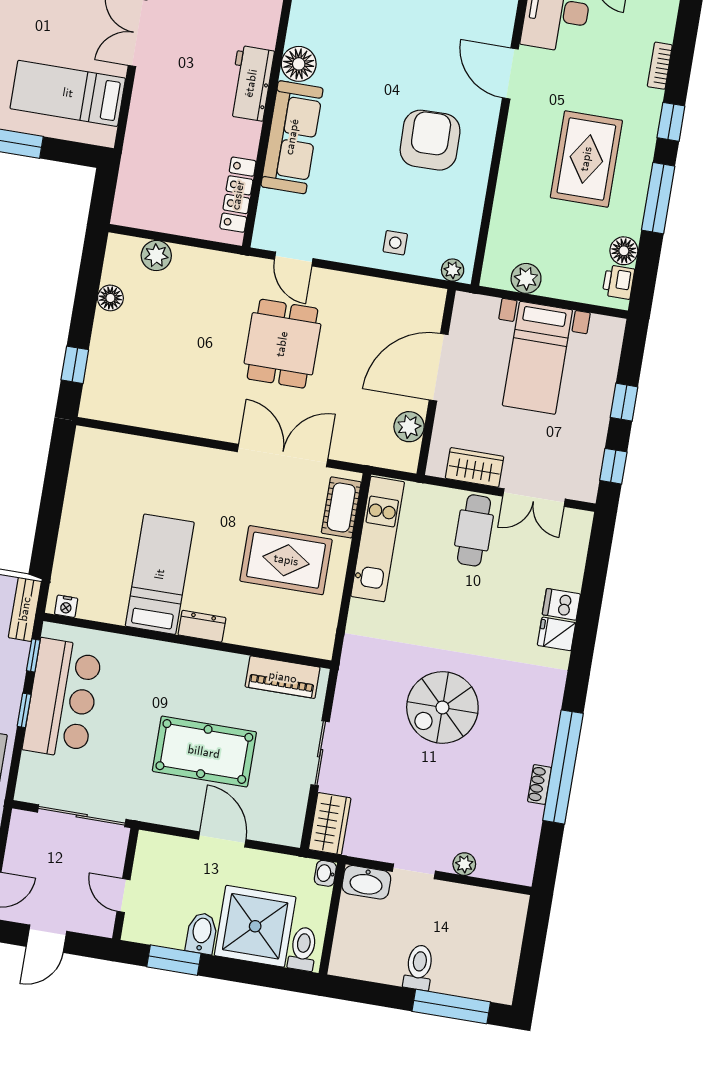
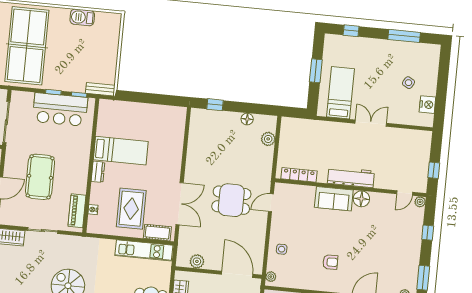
workbench: (251, 83) -> (351, 177), width x1.38
sofa: (292, 137) -> (334, 199), width x0.73
armchair: (430, 140) -> (330, 262), width x0.53, depth x0.53
door: (439, 367) -> (237, 274), moved
nightstand: (66, 606) -> (93, 210), moved

